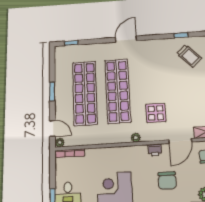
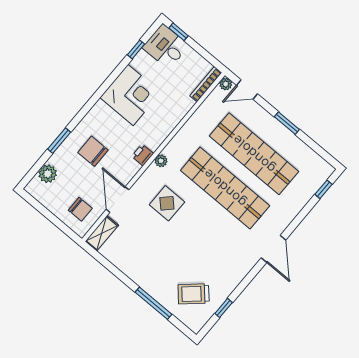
printer: (155, 150) -> (143, 155), moved

